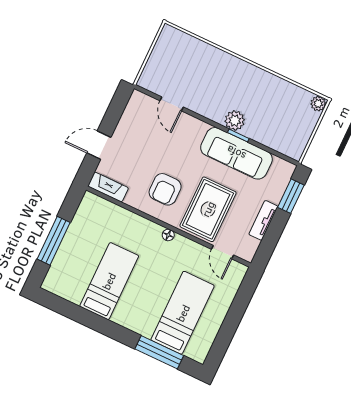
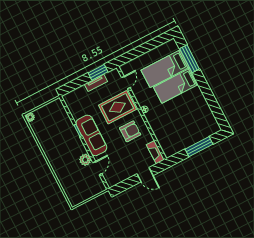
plant: (235, 121) -> (85, 160), moved
sofa: (236, 153) -> (91, 135), moved
window: (291, 196) -> (98, 72), moved
bed: (109, 281) -> (176, 86), moved

